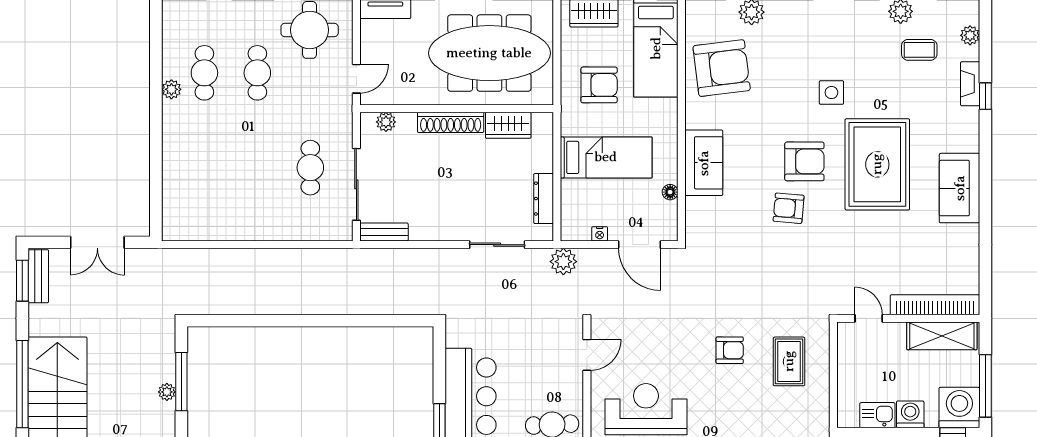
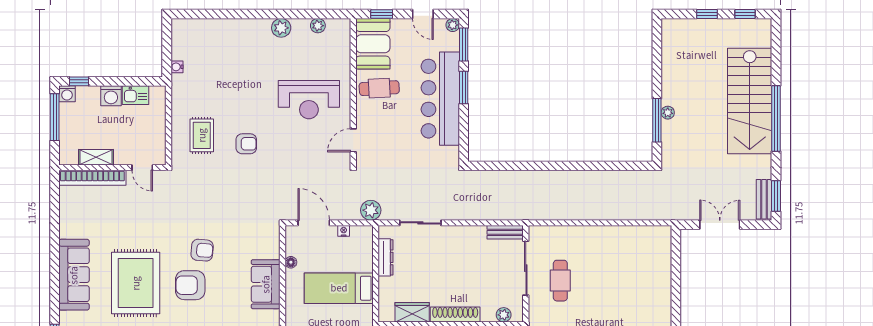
sofa: (960, 188) -> (74, 275), width x1.36
shelving: (942, 336) -> (96, 157), width x0.67, depth x0.75
armchair: (730, 350) -> (246, 144), turned 180
washing machine: (959, 408) -> (67, 94), width x0.53, depth x0.53

